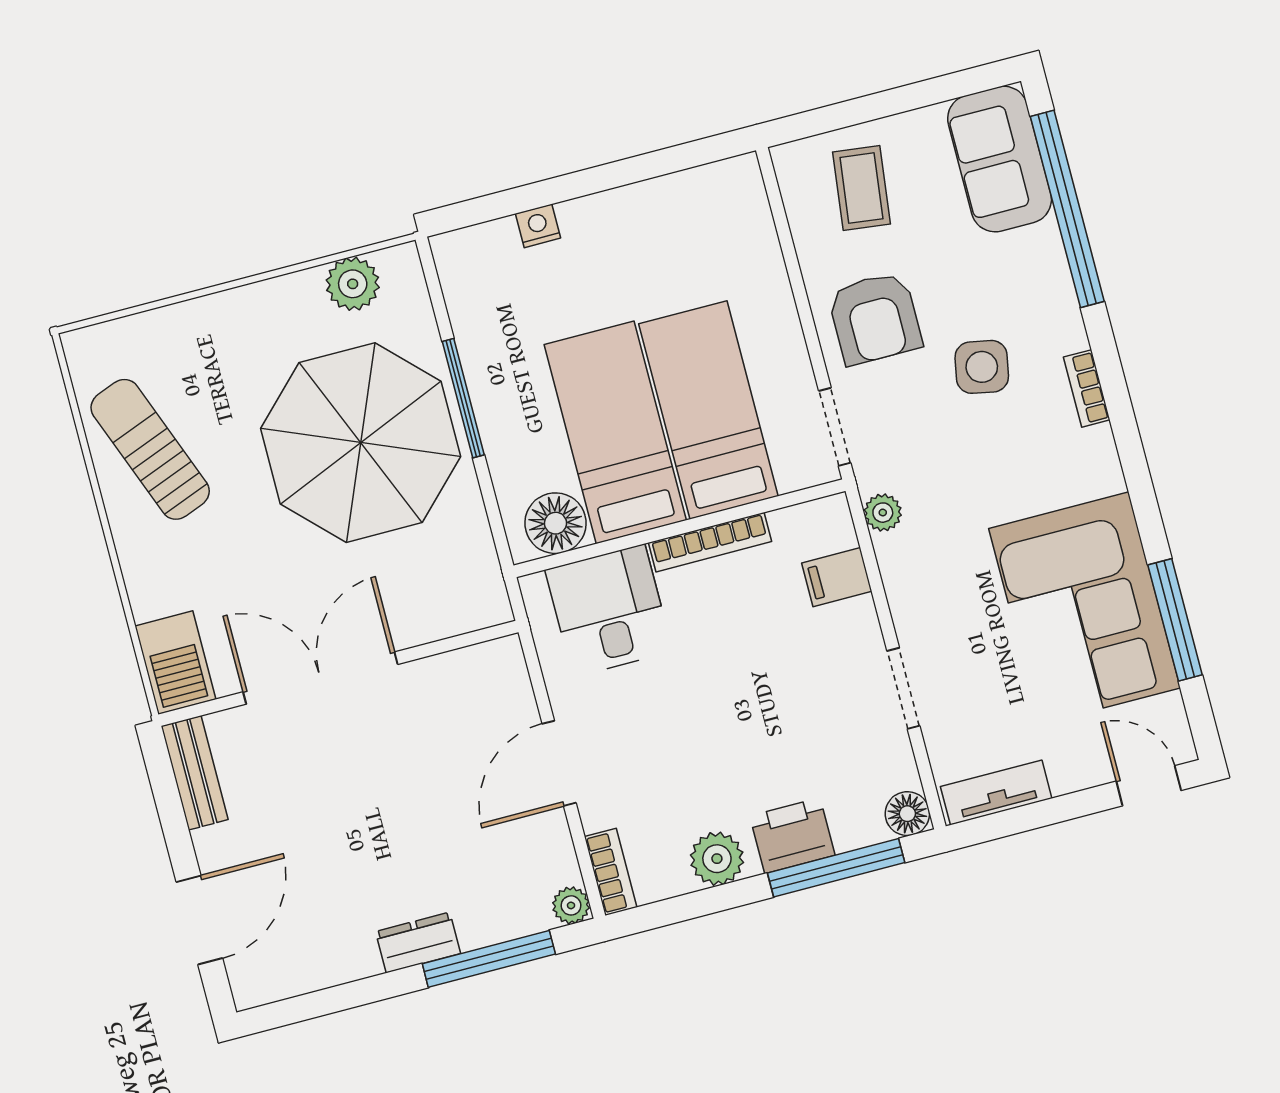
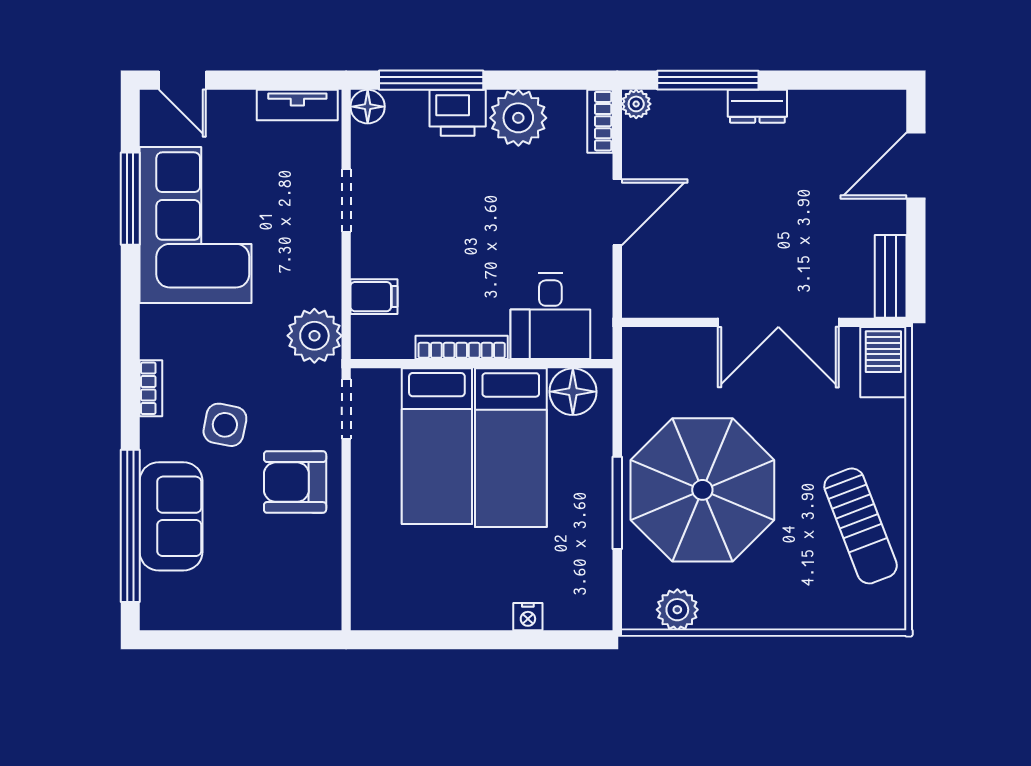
sofa: (1000, 159) -> (171, 516), moved
coffee table: (861, 188) -> (280, 582), removed
armchair: (875, 318) -> (295, 482), turned -90
plant: (883, 513) -> (314, 336), width x1.87, depth x1.87
plant: (717, 859) -> (518, 118), width x1.36, depth x1.36

